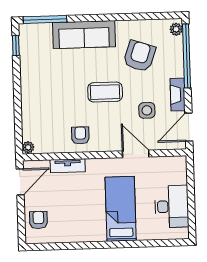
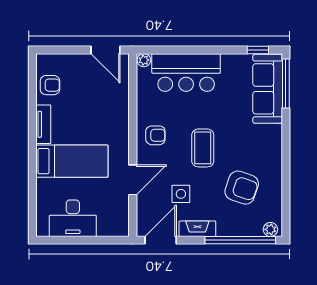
sofa: (84, 35) -> (268, 89), moved
bar counter: (38, 109) -> (186, 72), added
door: (189, 127) -> (161, 240), hinge flipped
armchair: (80, 135) -> (155, 135), moved
tv unit: (68, 166) -> (43, 124), moved, turned 180
armchair: (38, 220) -> (50, 85), moved

